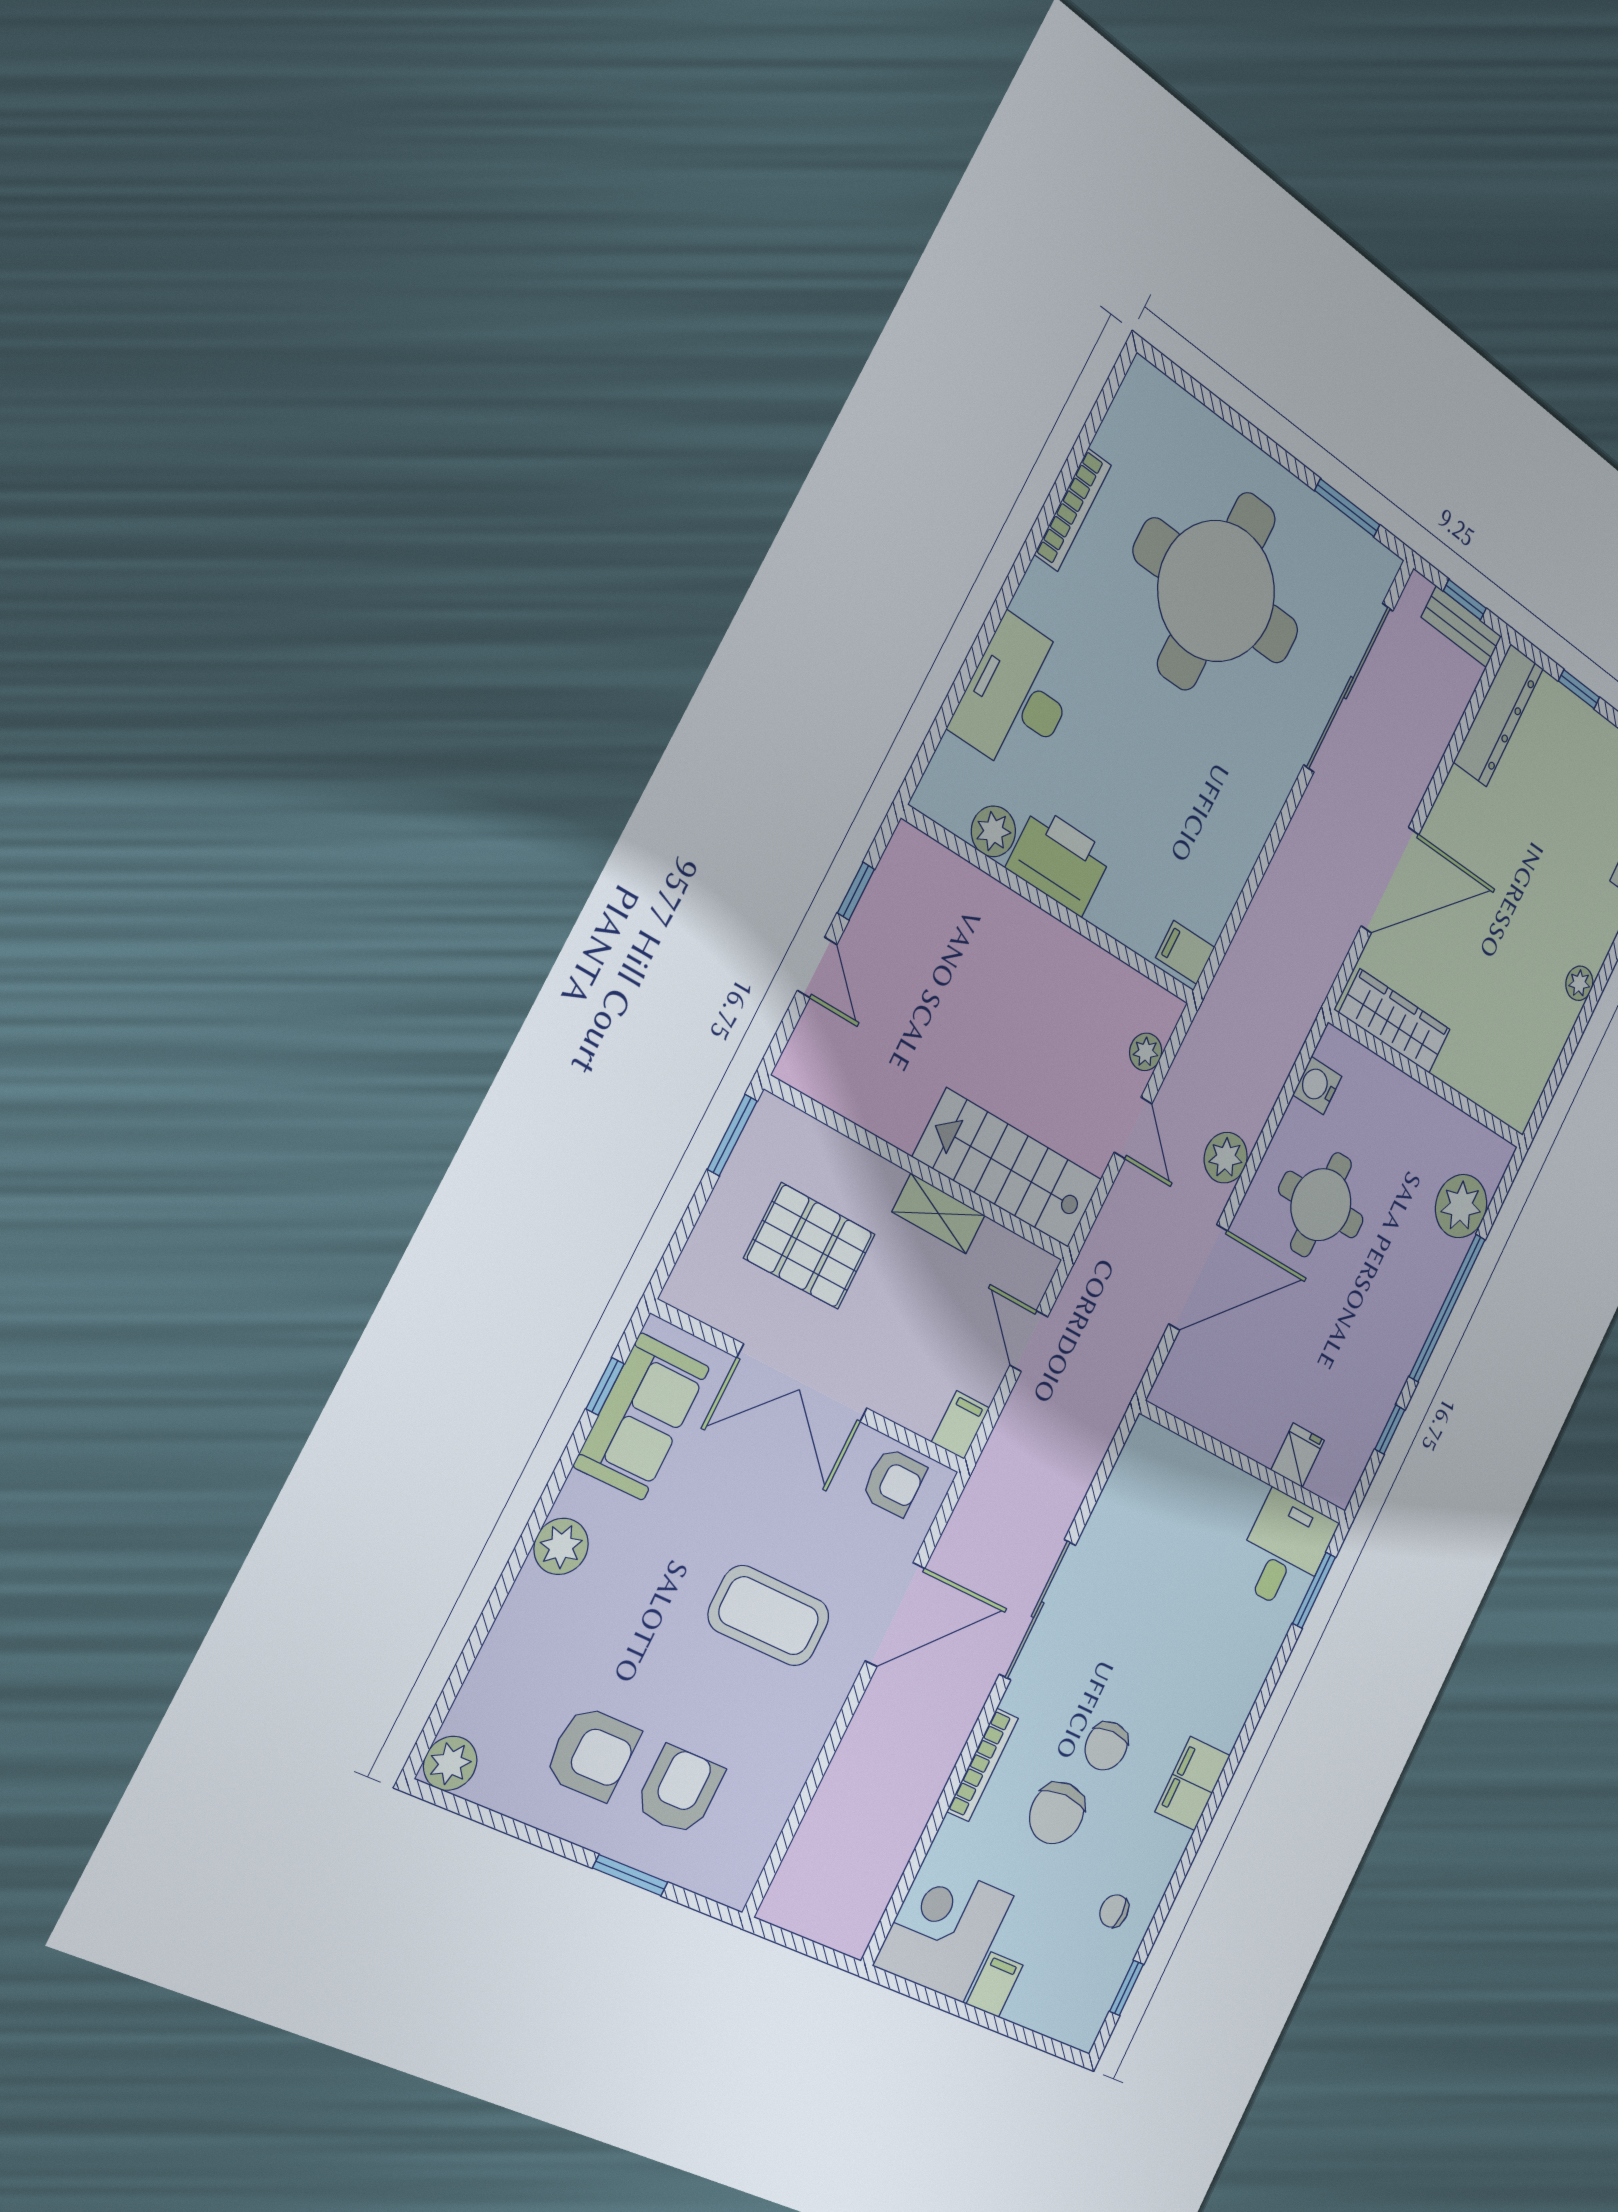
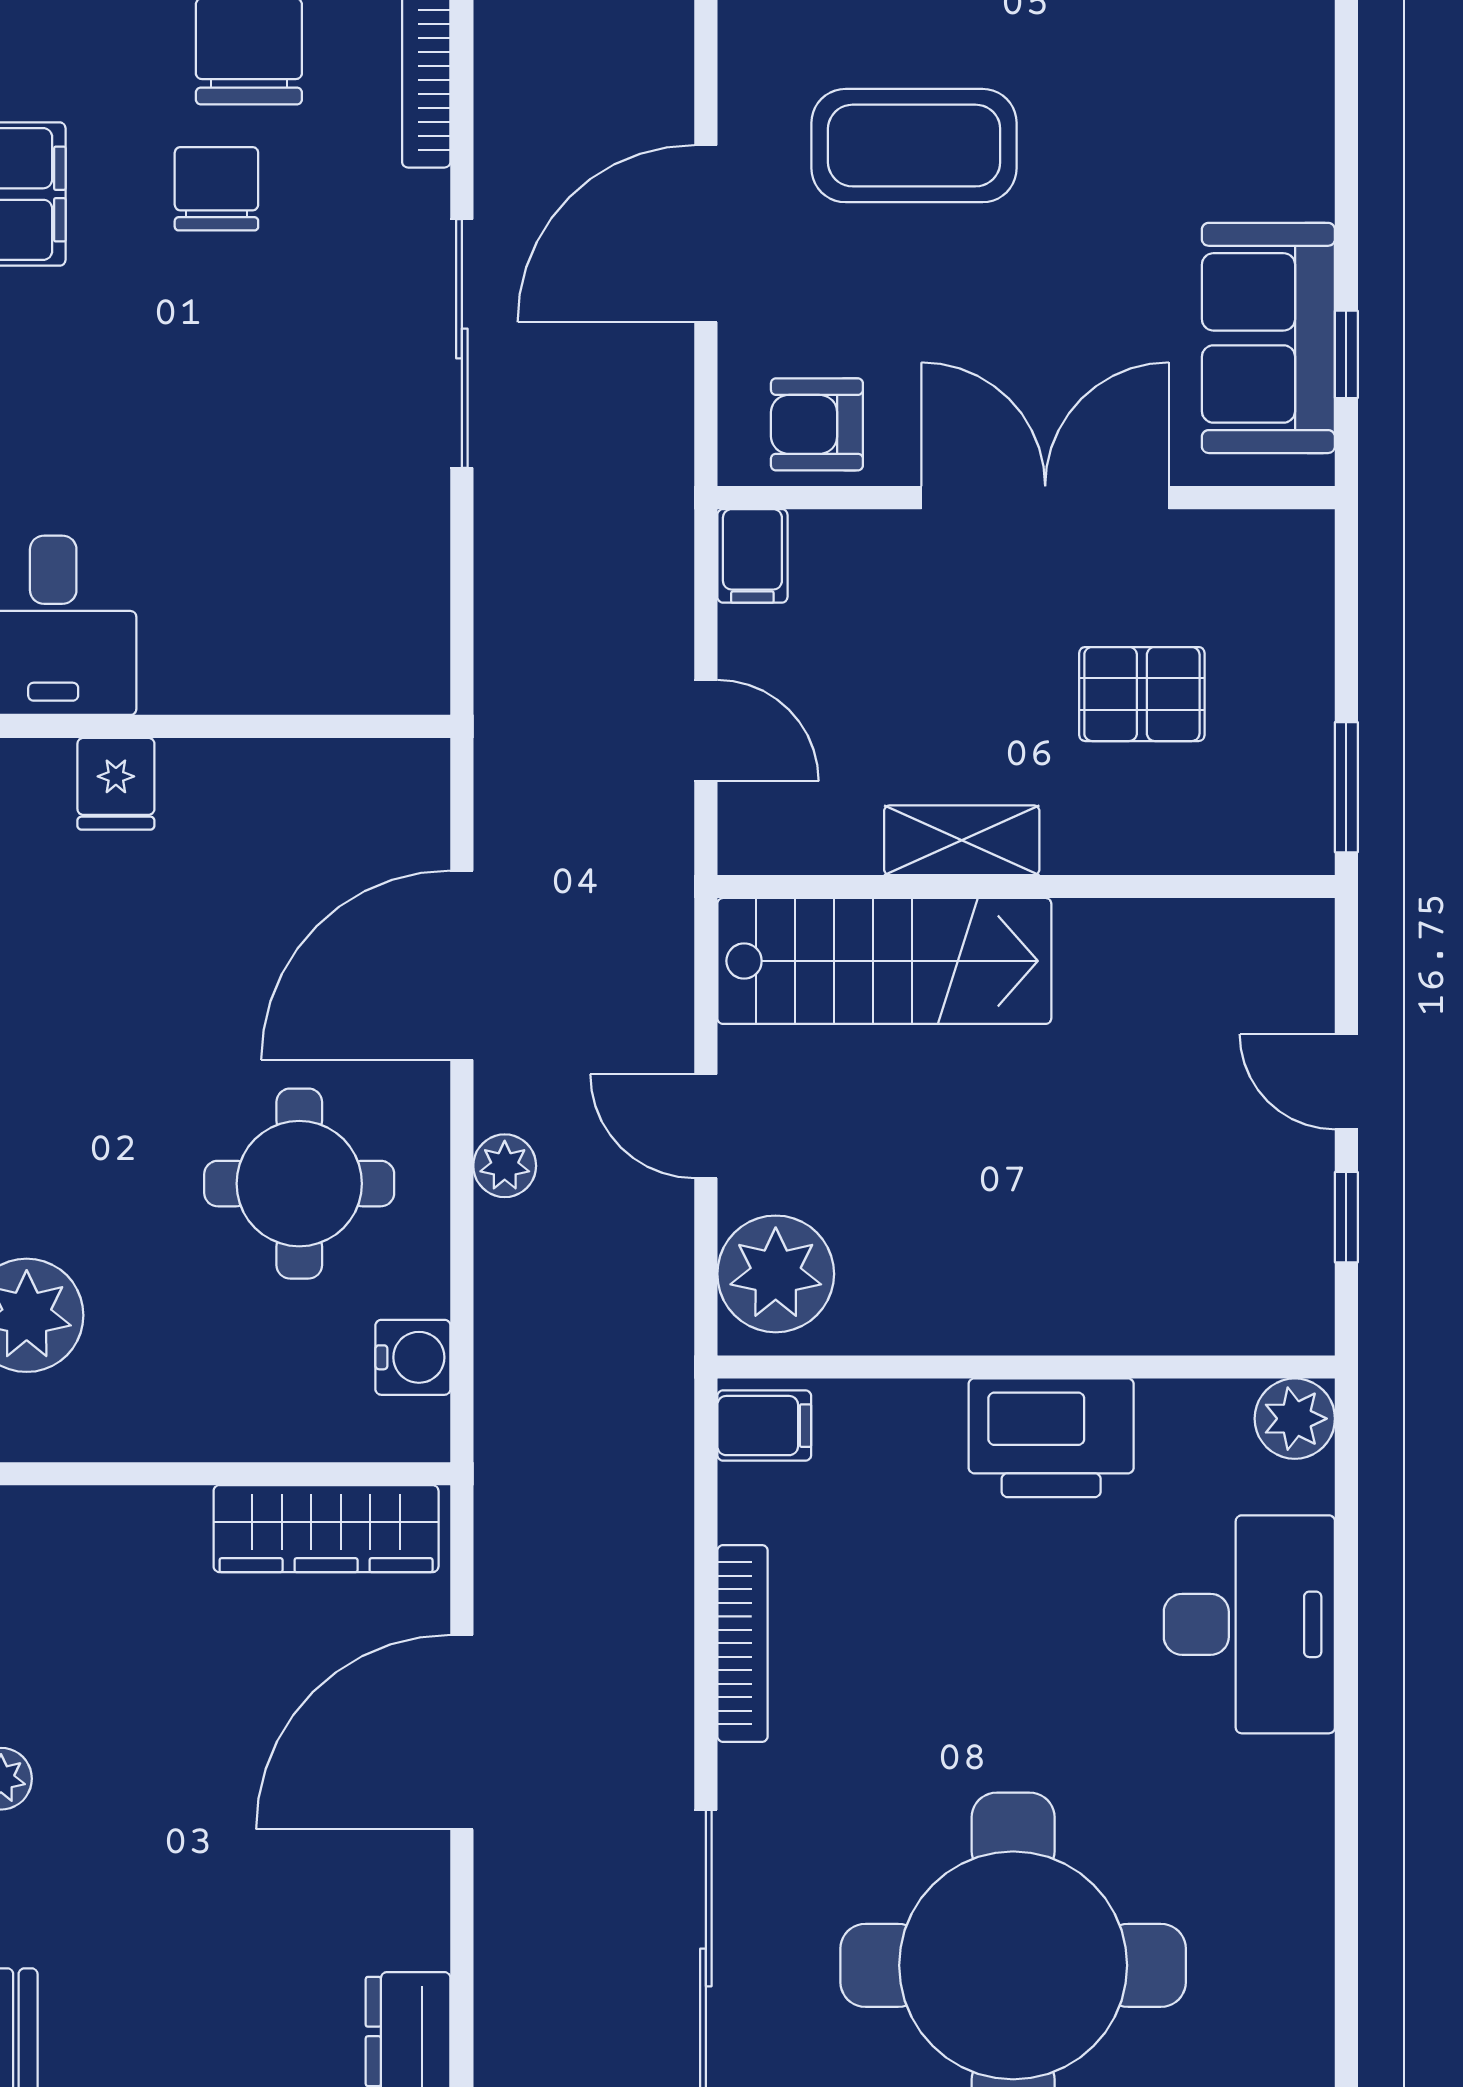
bookcase: (1073, 510) -> (743, 1643), moved, turned 180
plant: (993, 831) -> (1295, 1419), moved
plant: (1146, 1052) -> (776, 1274), width x1.87, depth x1.87
plant: (1226, 1158) -> (505, 1166), width x0.73, depth x0.73
pallet: (810, 1246) -> (1142, 694), width x0.67, depth x0.71
plant: (561, 1546) -> (1291, 107), removed

